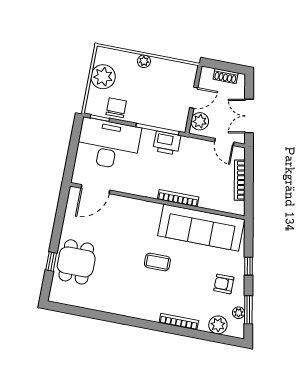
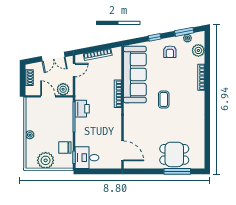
desk: (108, 144) -> (87, 158), width x0.53, depth x0.77
window: (51, 262) -> (177, 171), width x2.17

